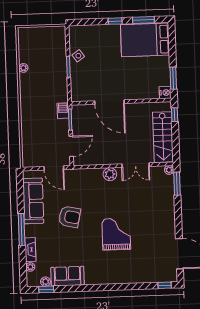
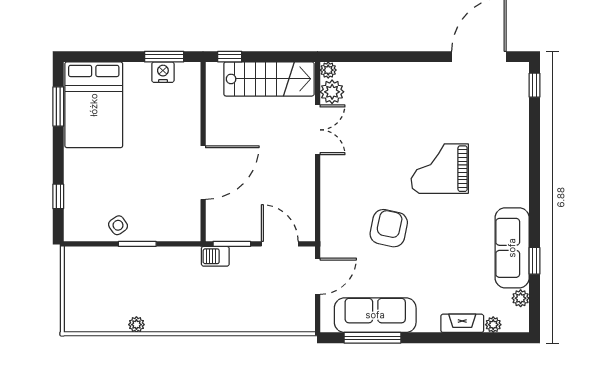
window: (115, 21) -> (58, 196), moved
nightstand: (165, 93) -> (163, 72), moved
plant: (110, 174) -> (332, 92), moved
window: (177, 184) -> (353, 57), removed
armchair: (70, 217) -> (389, 228), moved
window: (22, 229) -> (372, 338), moved
sofa: (68, 276) -> (512, 248), width x1.36
window: (46, 289) -> (534, 261), moved

